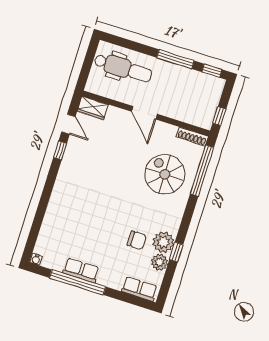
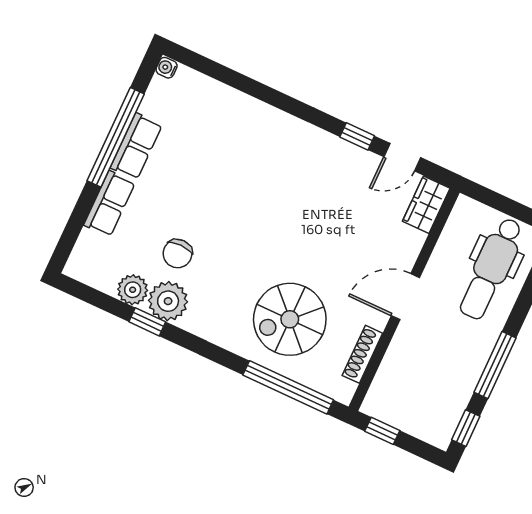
shoe rack: (192, 136) -> (362, 354), moved
spiral stairs: (165, 174) -> (290, 319), turned 180
row of seats: (139, 289) -> (109, 204), moved

